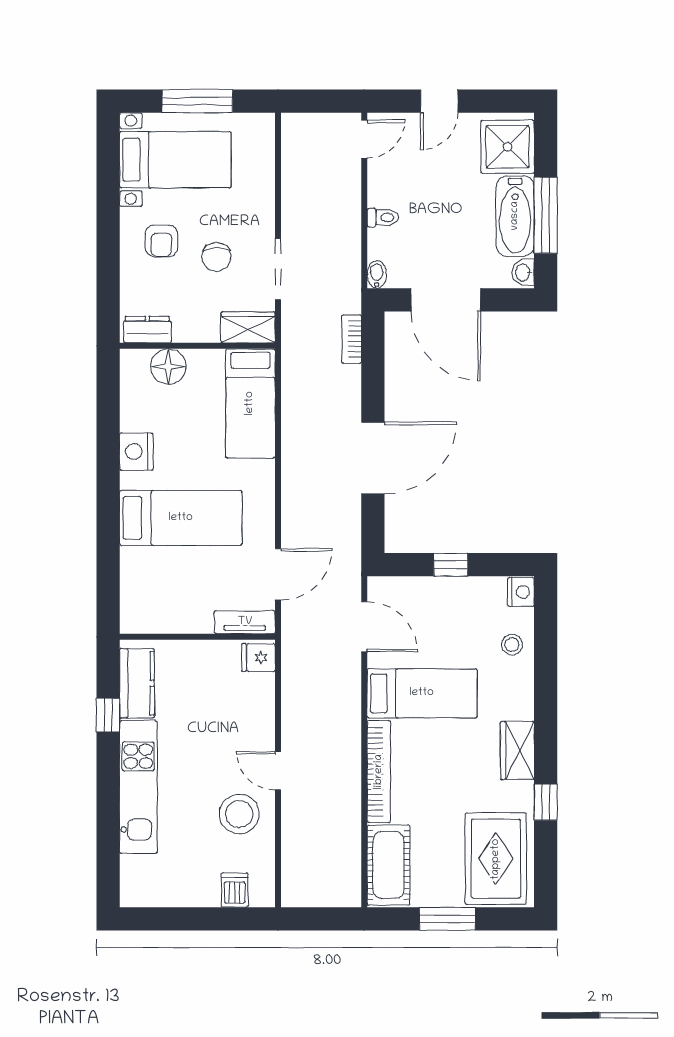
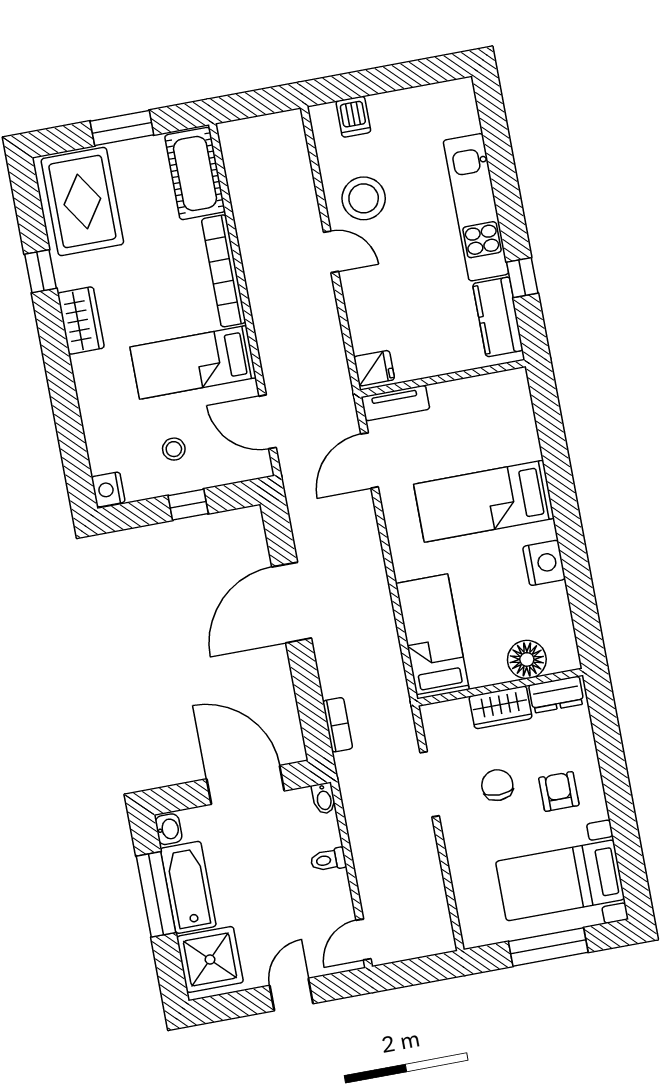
wardrobe: (248, 327) -> (500, 707), moved
stool: (512, 645) -> (174, 449), moved

